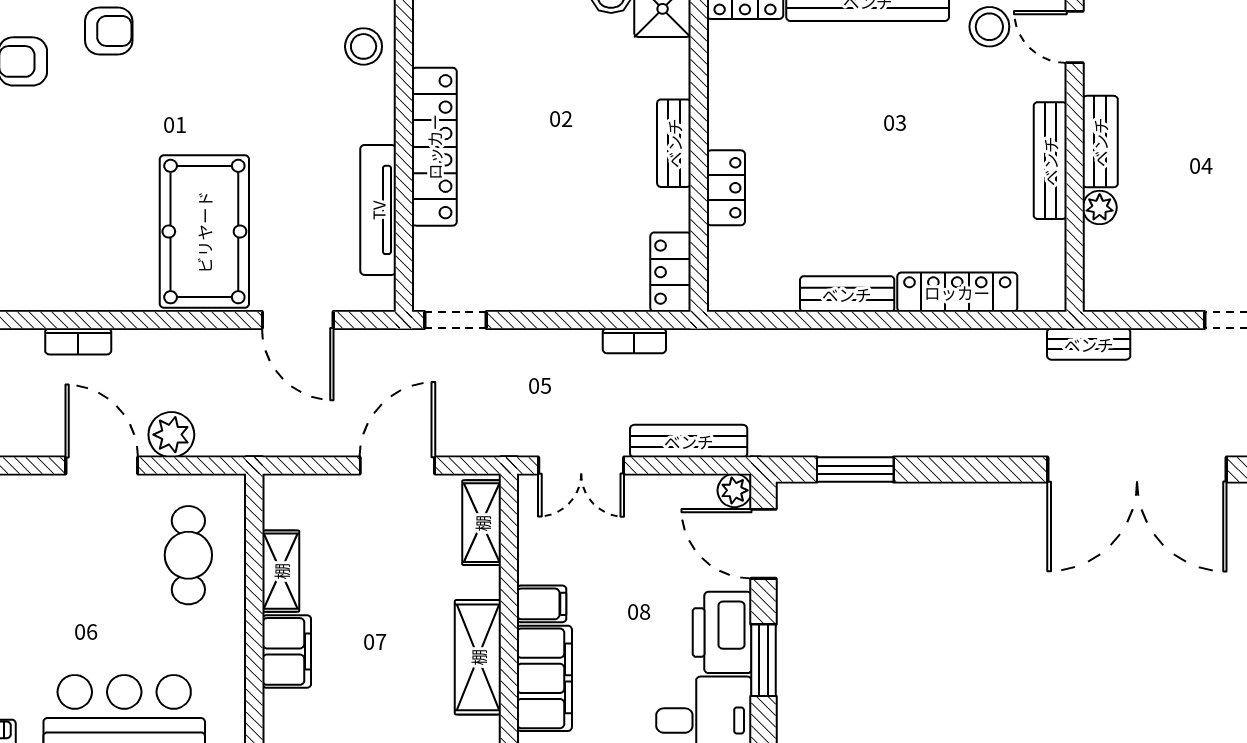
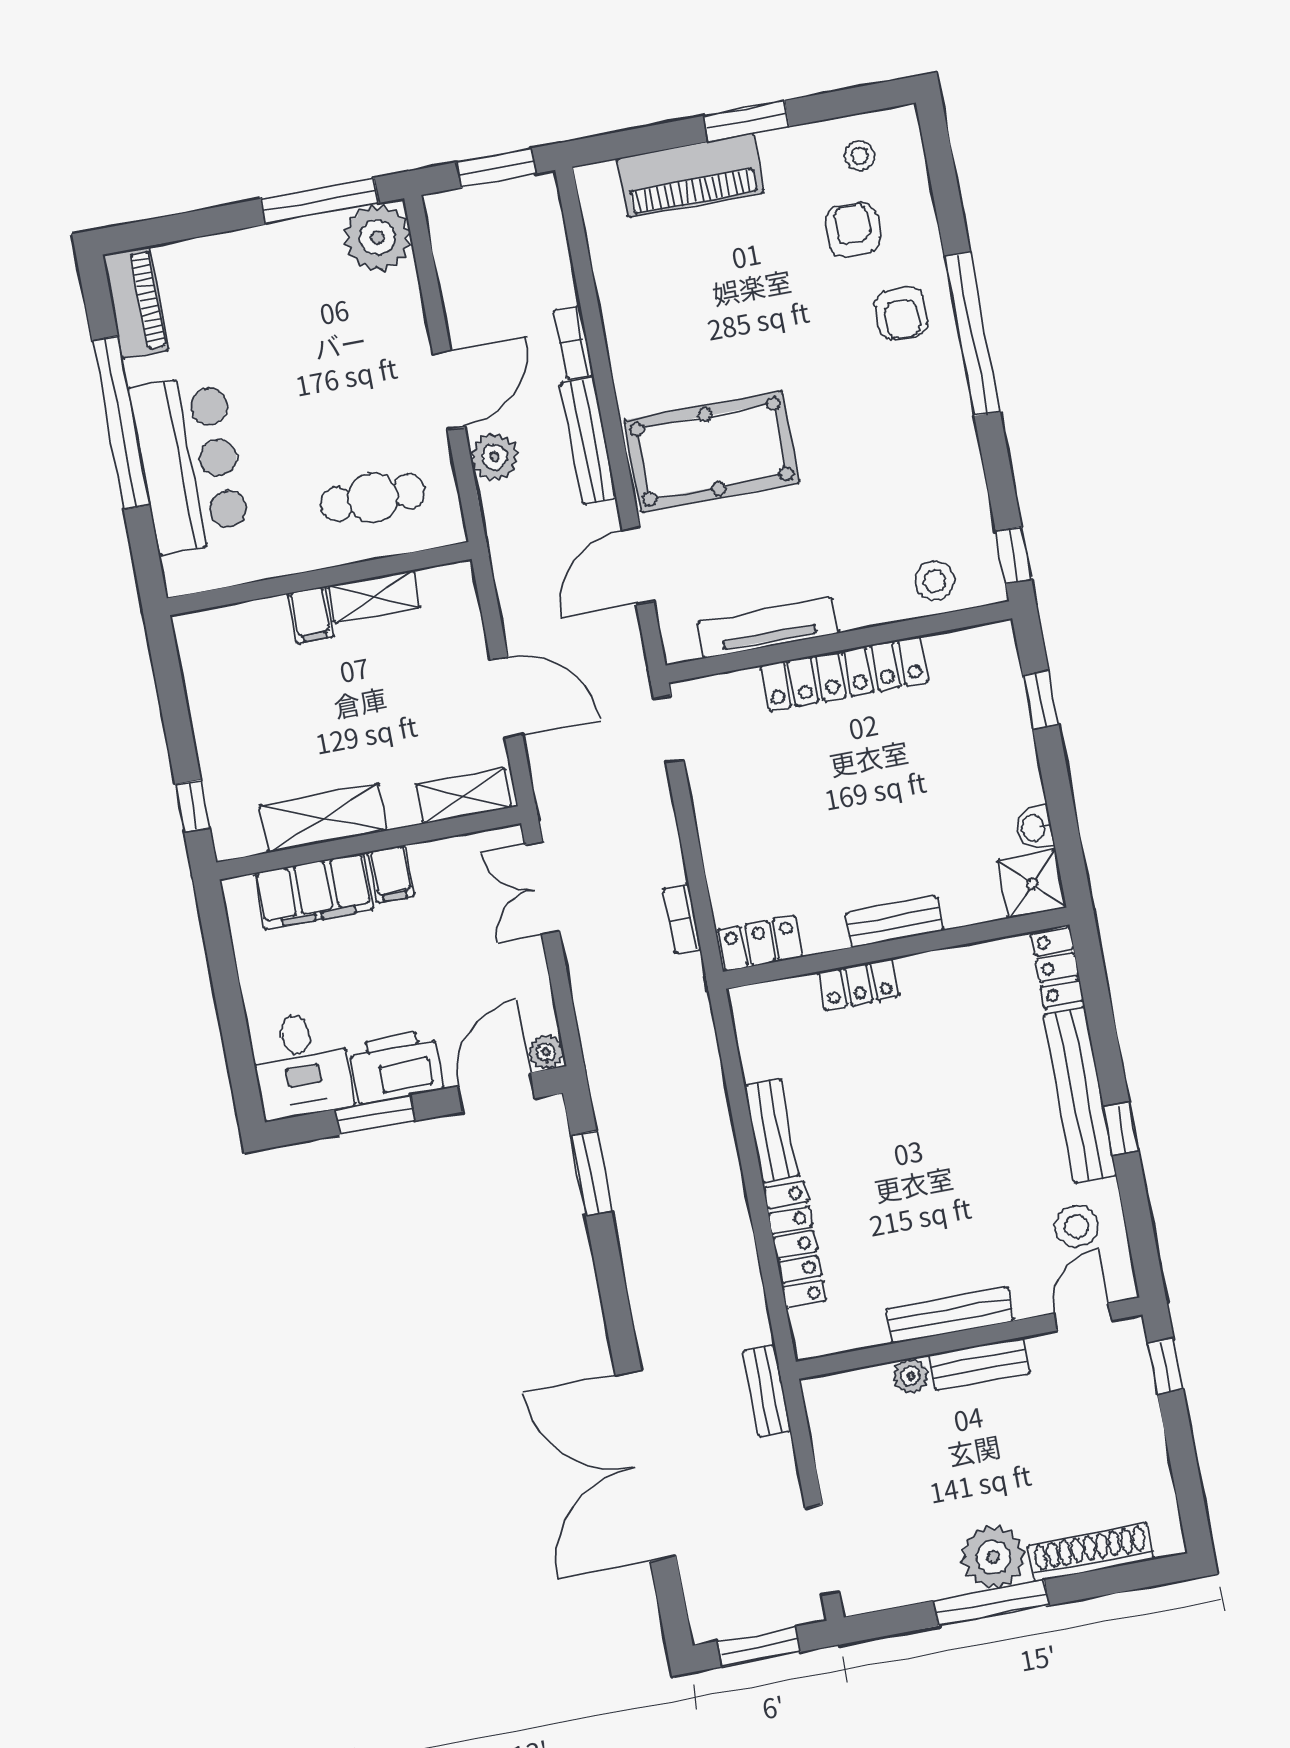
bench: (689, 441) -> (588, 441), moved
filing cabinet: (287, 651) -> (311, 615), width x0.50

